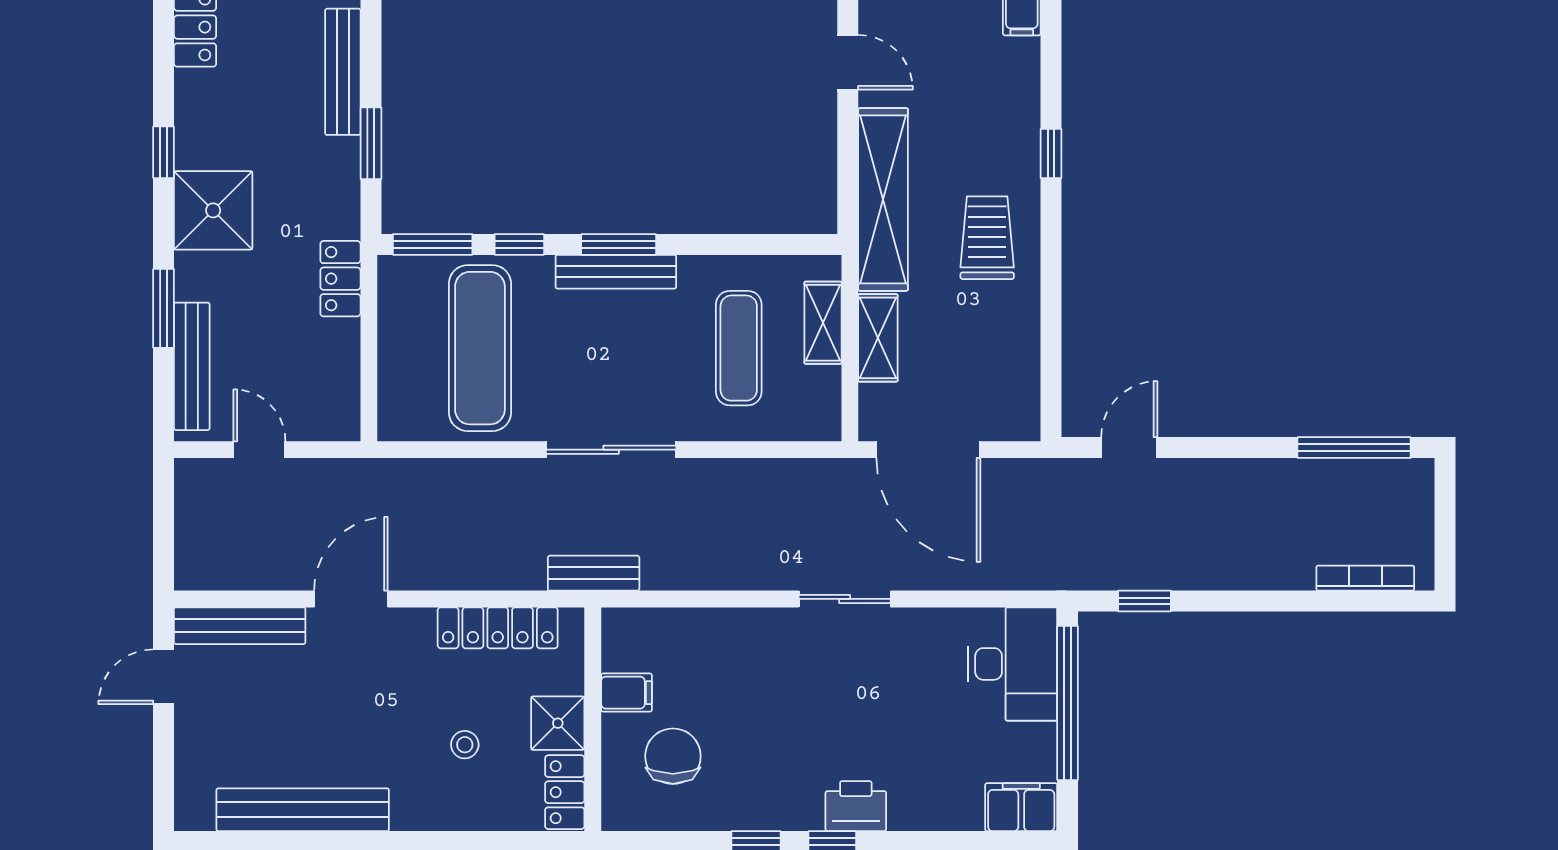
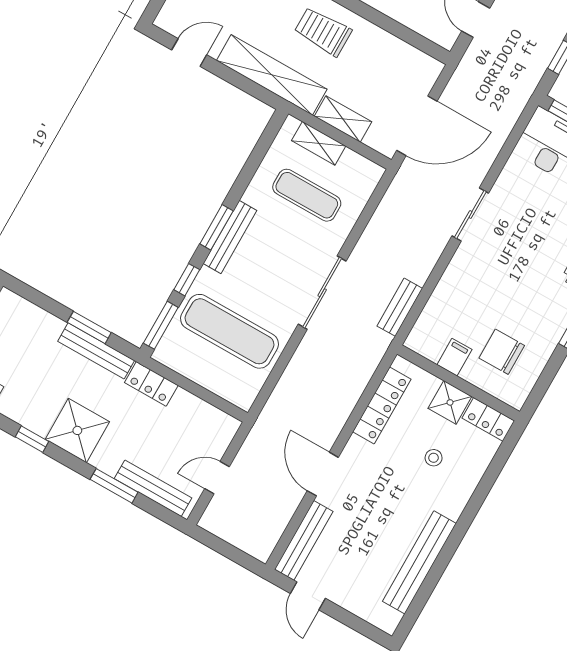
bench: (343, 72) -> (96, 351), moved
bench: (594, 573) -> (400, 307), moved

